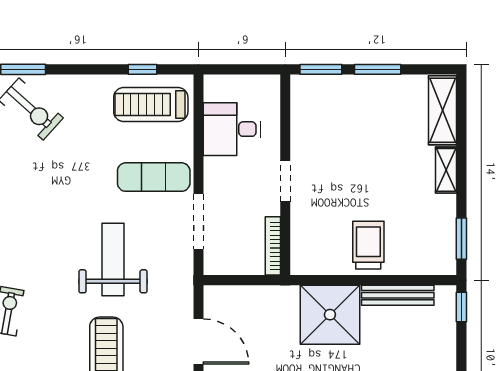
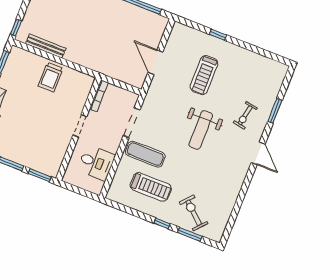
window: (143, 69) -> (162, 223), moved
treadmill: (151, 105) -> (151, 187), moved
weight bench: (113, 260) -> (201, 130), moved
shower: (330, 315) -> (84, 50), removed

